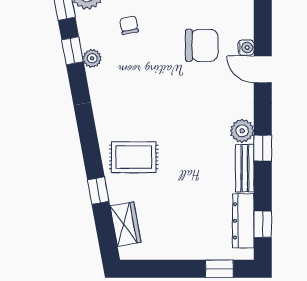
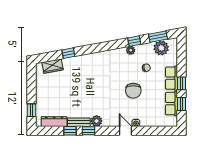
chair: (202, 45) -> (133, 91), moved
door: (263, 69) -> (126, 131), hinge flipped
rug: (134, 157) -> (84, 70), removed
window: (263, 224) -> (70, 131), moved

